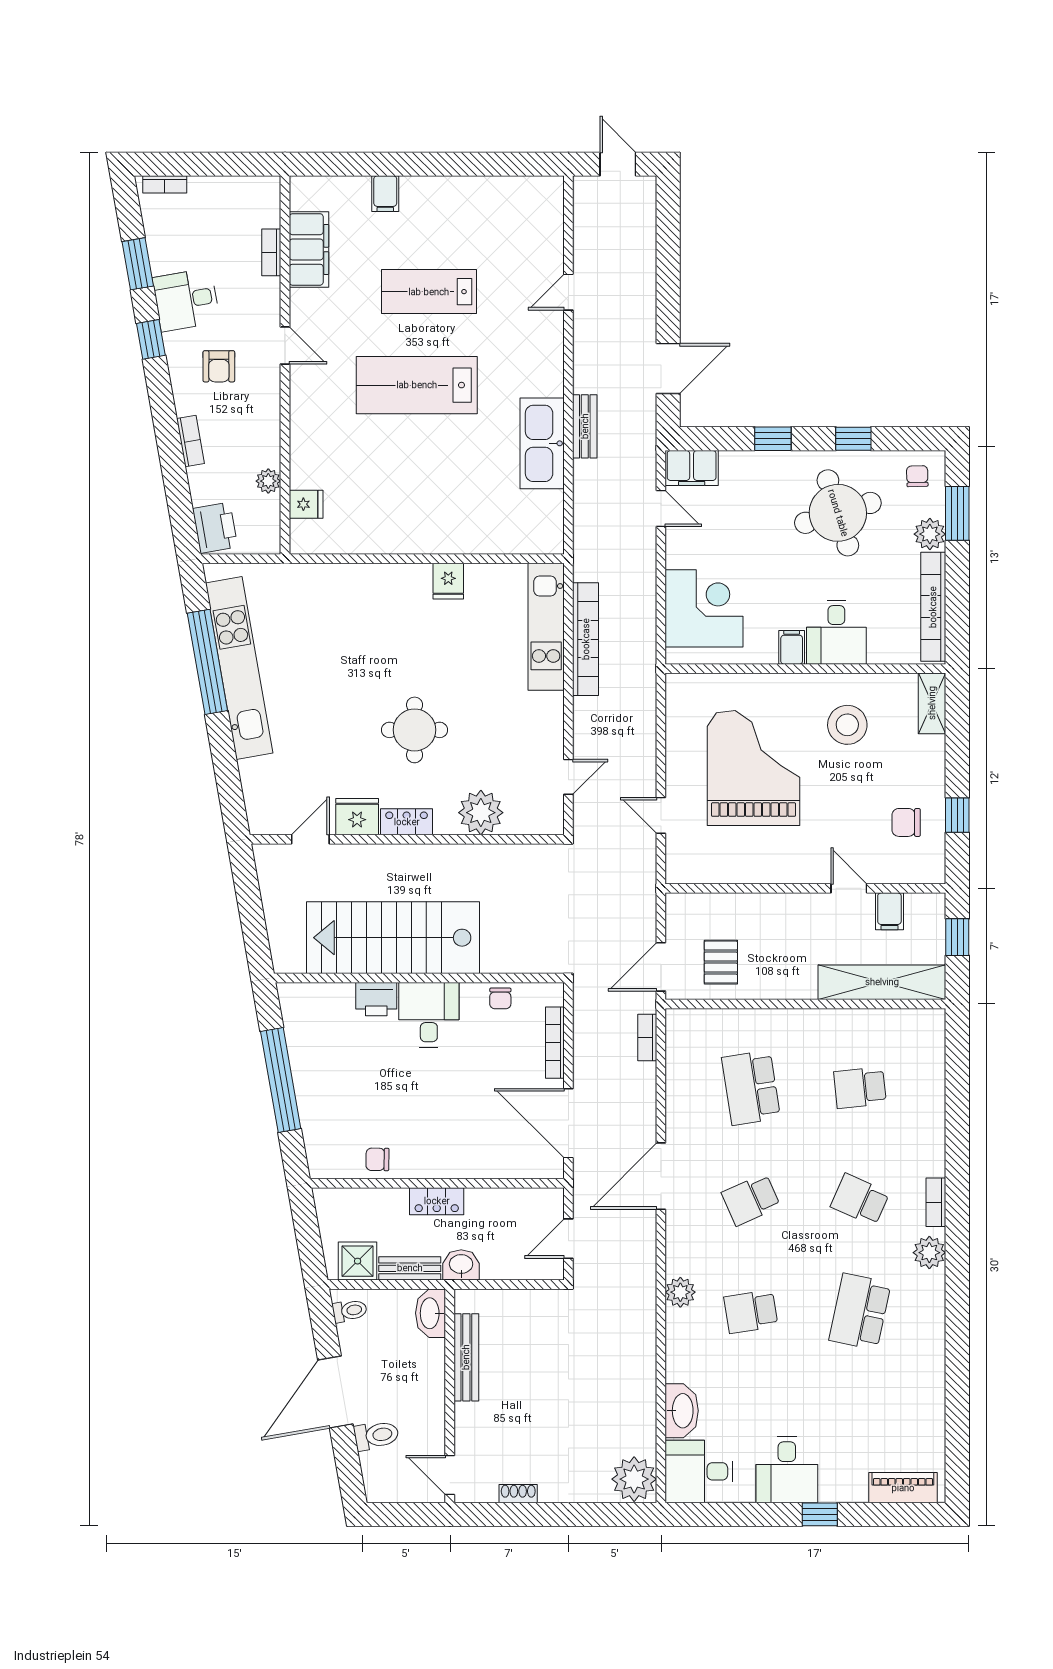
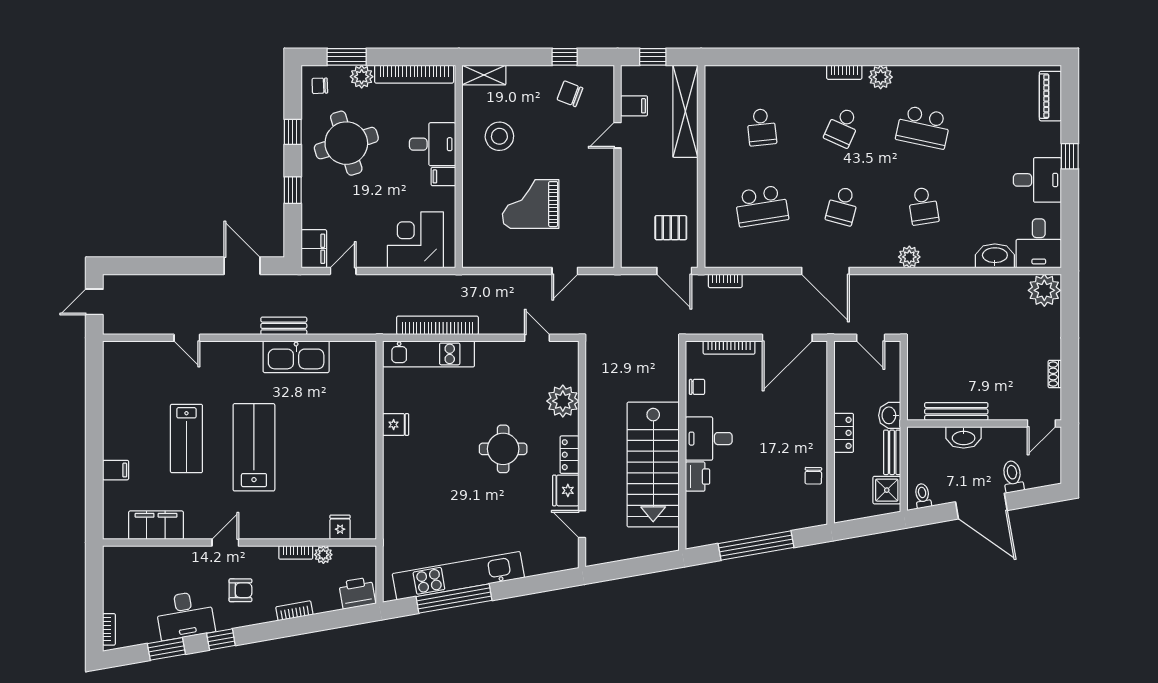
bookcase: (271, 252) -> (296, 552), moved
desk: (186, 300) -> (185, 615), width x1.37
lab bench: (417, 385) -> (254, 447), turned 180
grand piano: (754, 768) -> (531, 204), width x0.73, depth x0.68
chair: (906, 822) -> (570, 94), turned 111
school desk: (751, 1200) -> (842, 206), turned 39
washbasin: (431, 1313) -> (964, 437), moved

